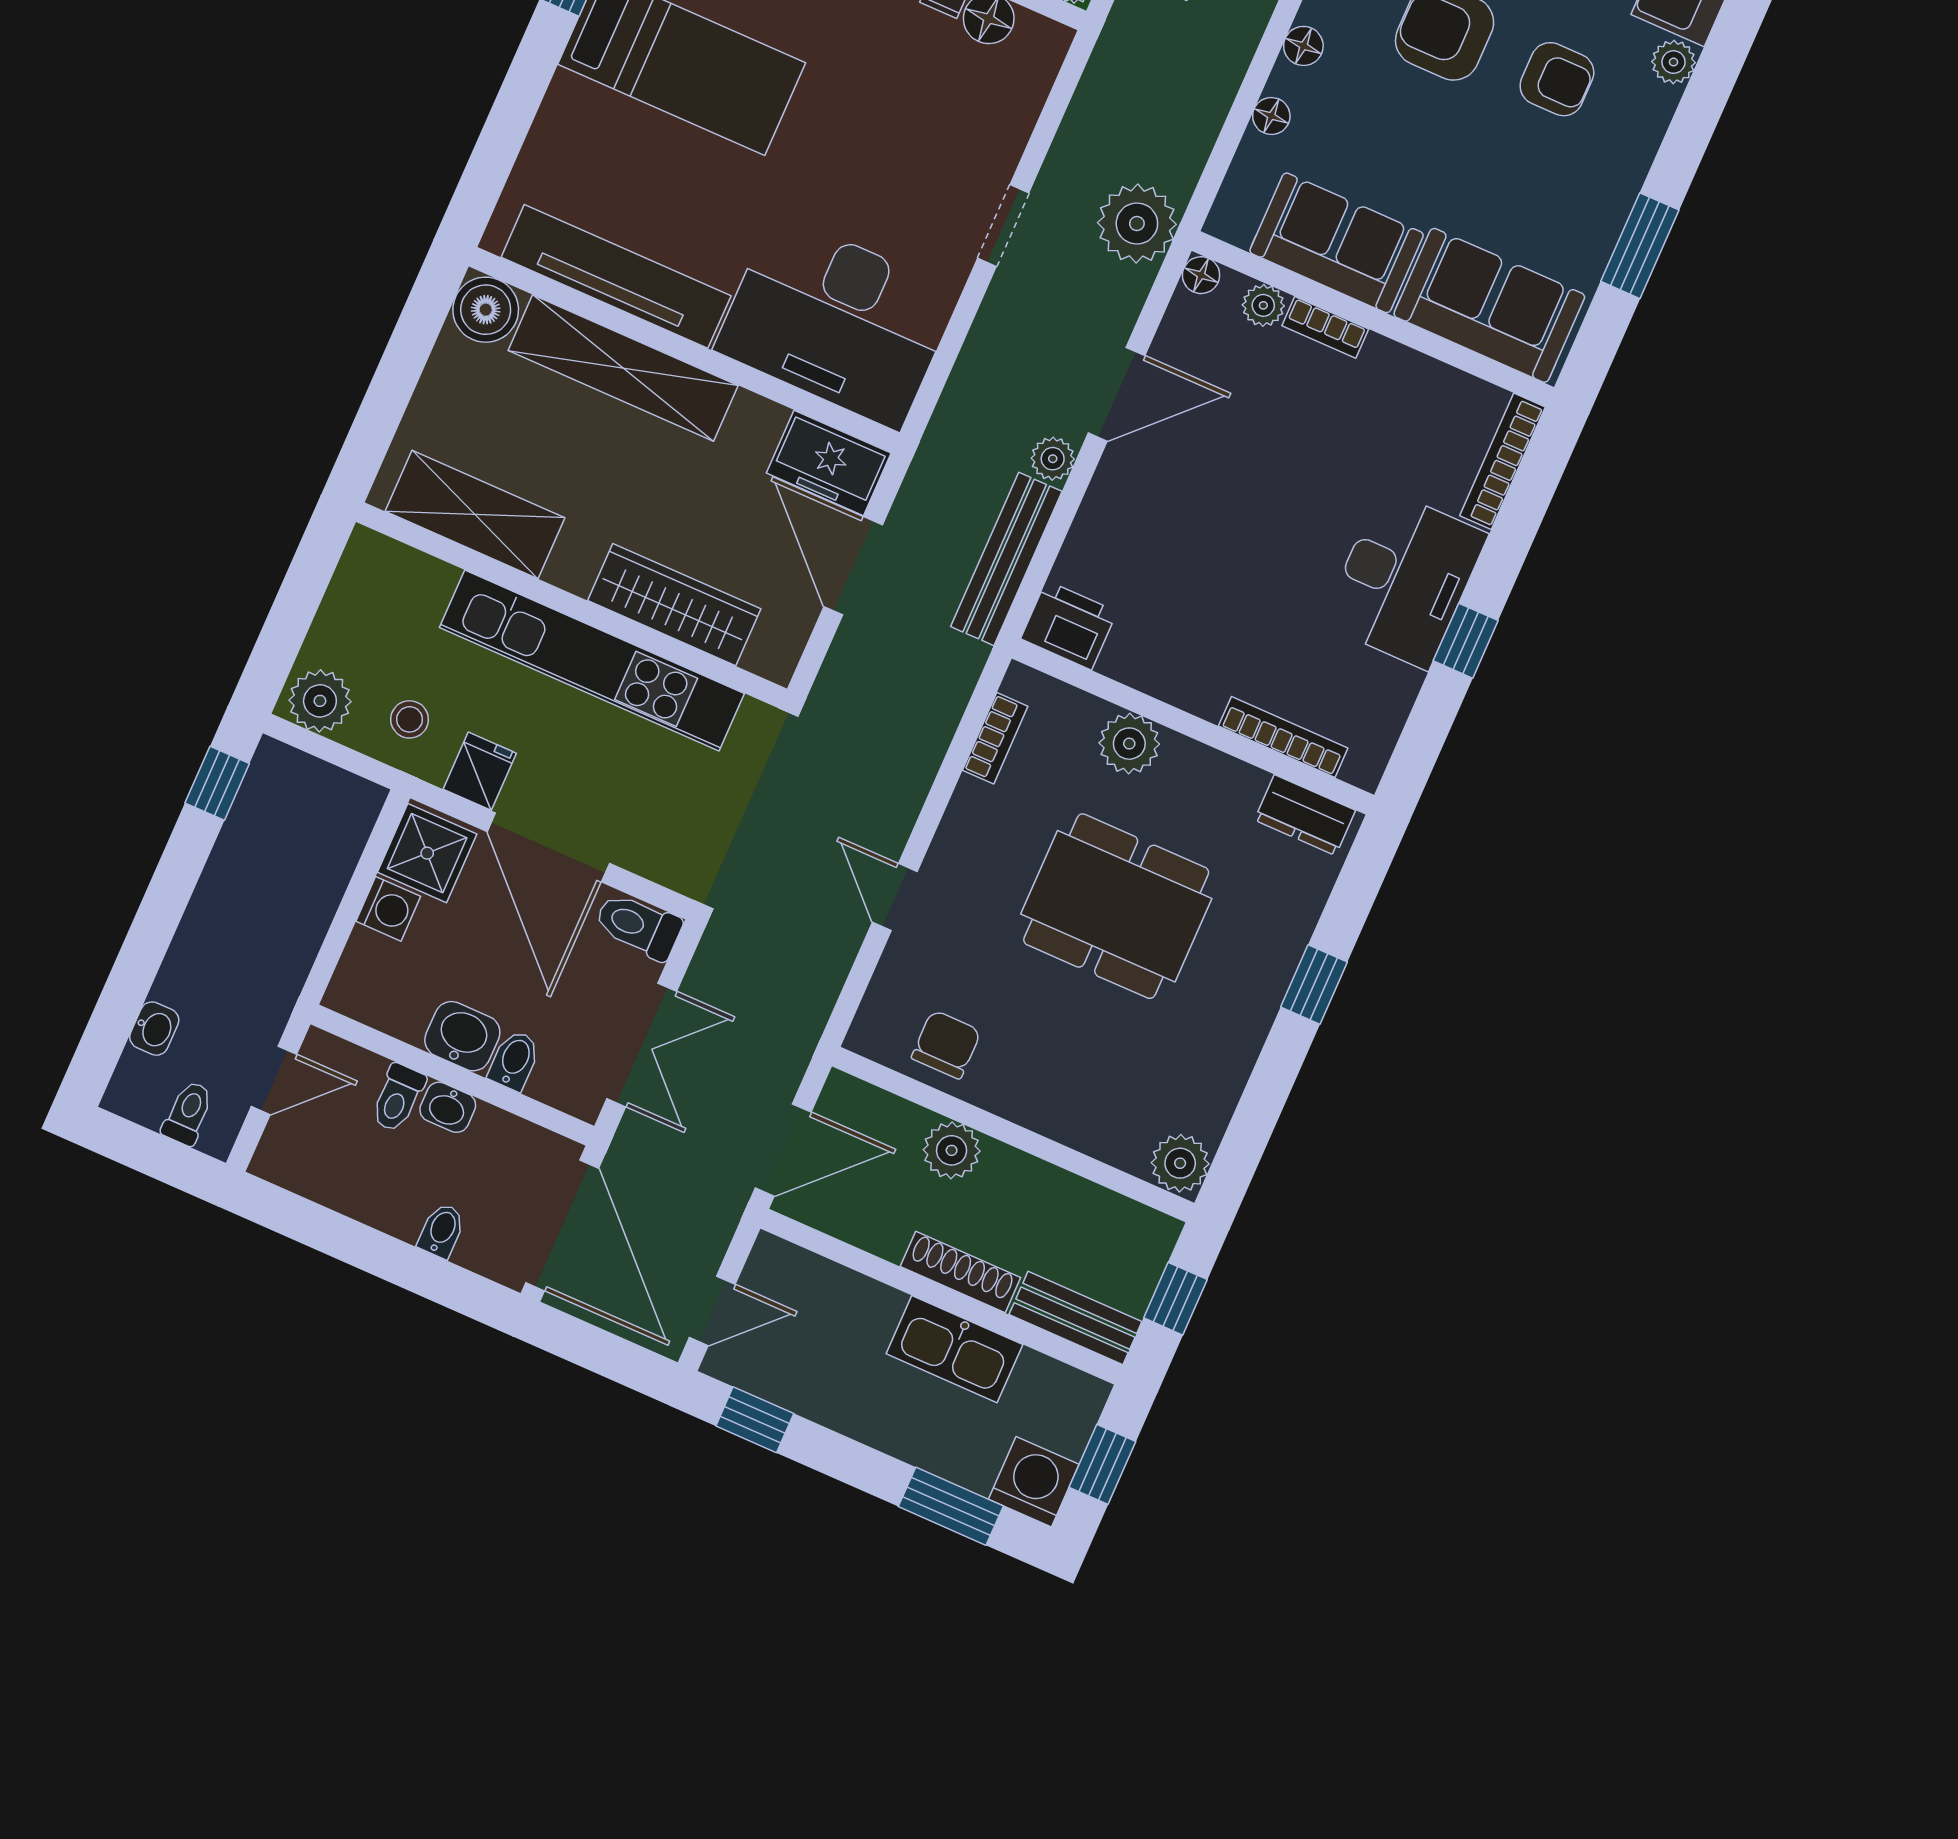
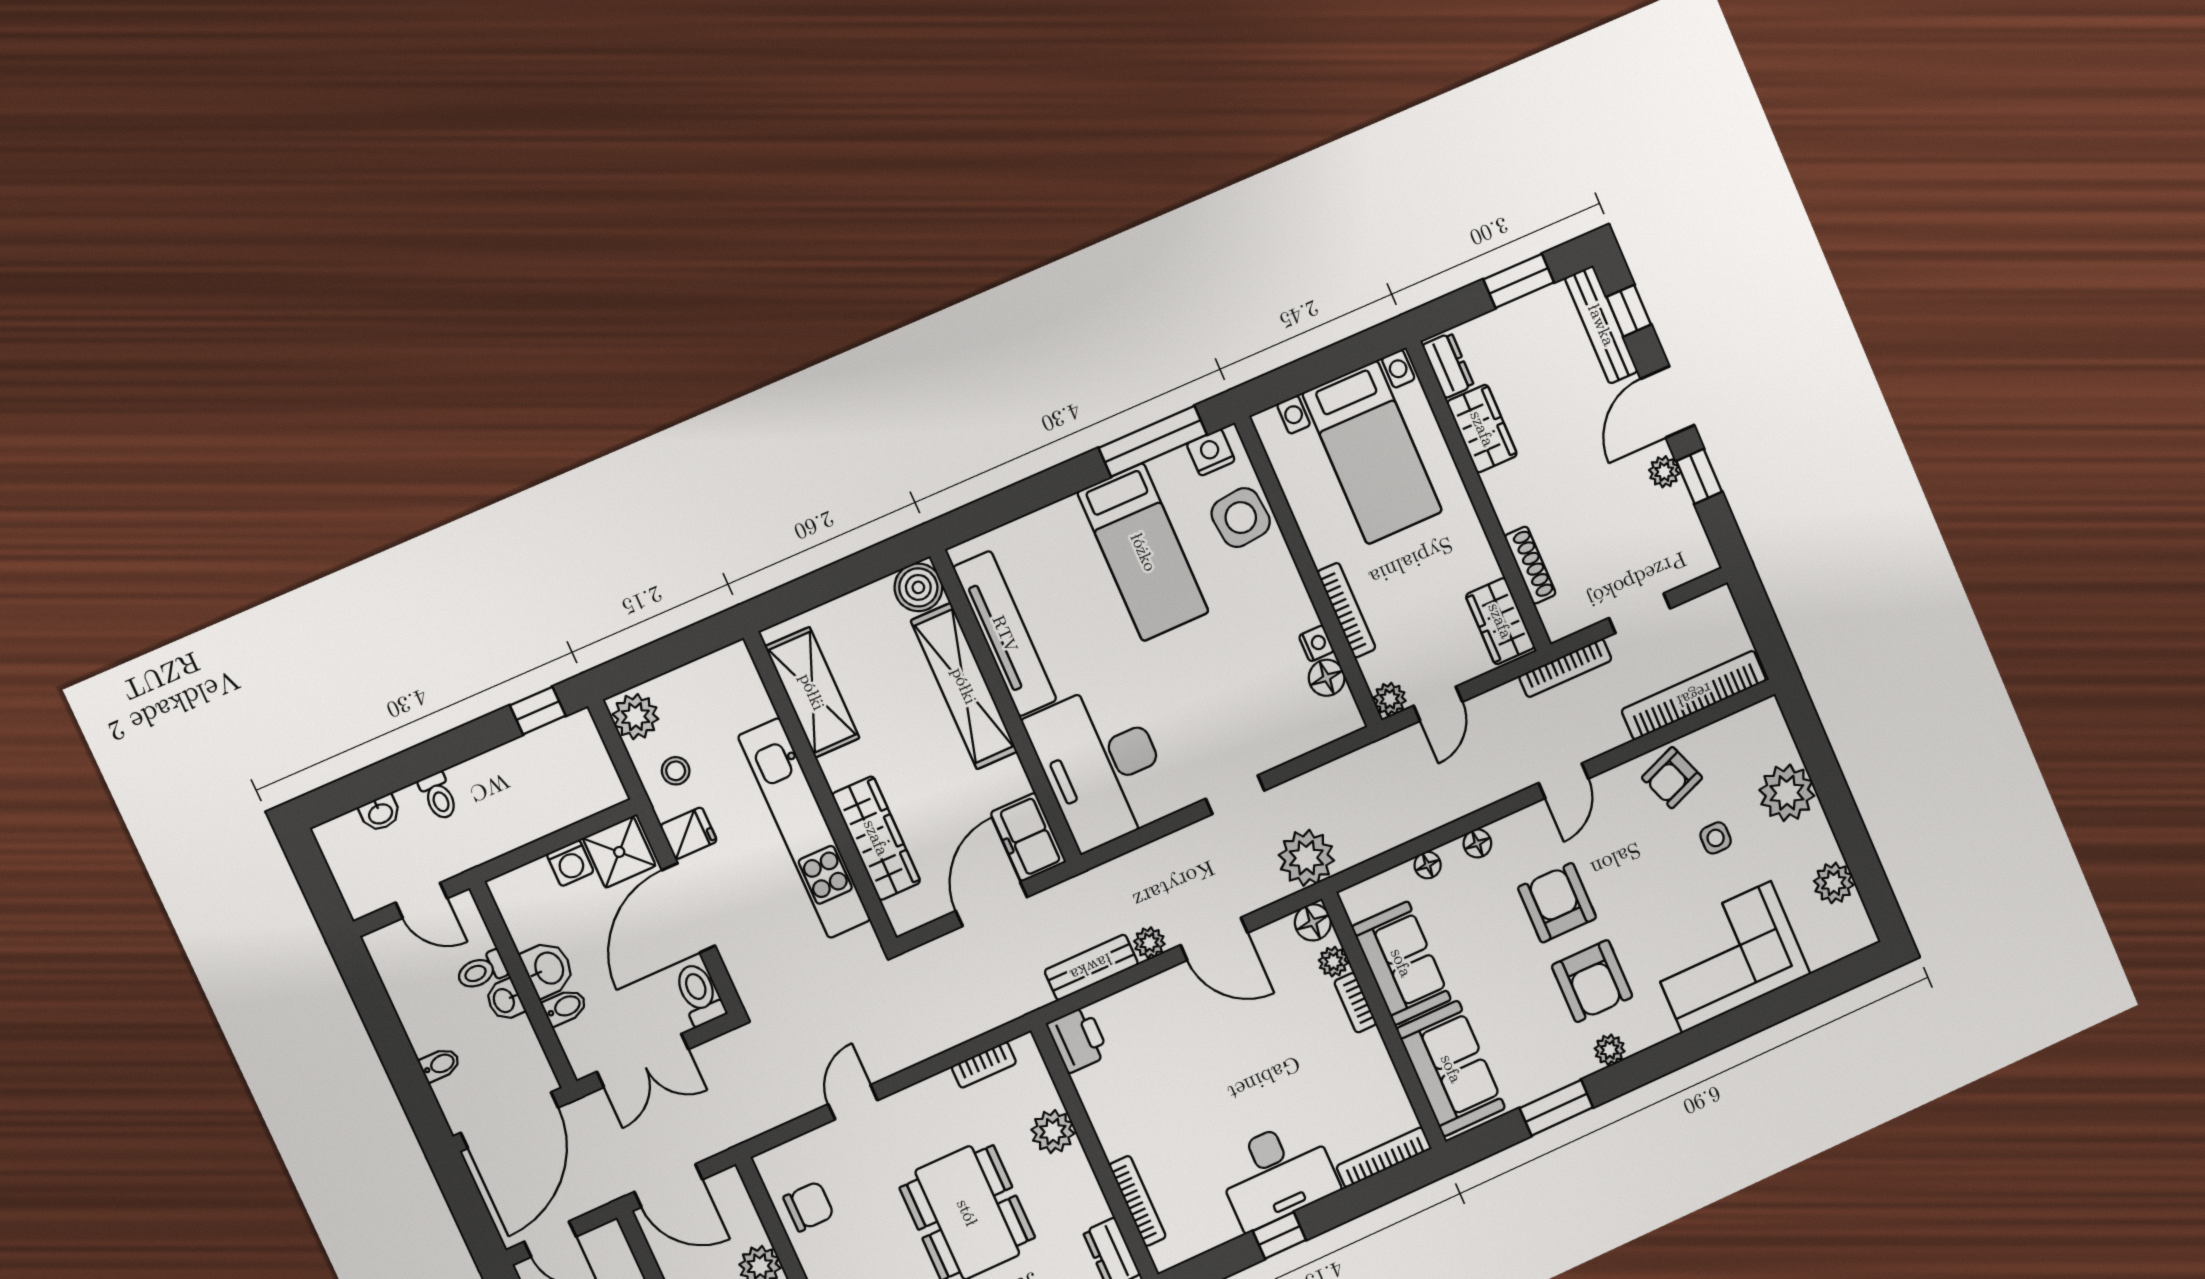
plant: (1674, 62) -> (1610, 1050), moved
armchair: (1557, 79) -> (1592, 981), width x1.38, depth x1.38
floor lamp: (1201, 275) -> (1313, 922), width x1.37, depth x1.37
bench: (1006, 559) -> (1091, 967), width x0.73
toilet: (188, 1113) -> (438, 796), moved, turned 90

